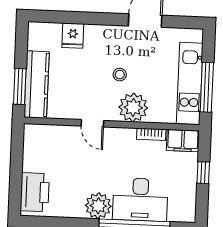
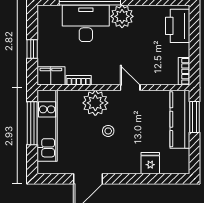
bookcase: (30, 140) -> (184, 71), added

